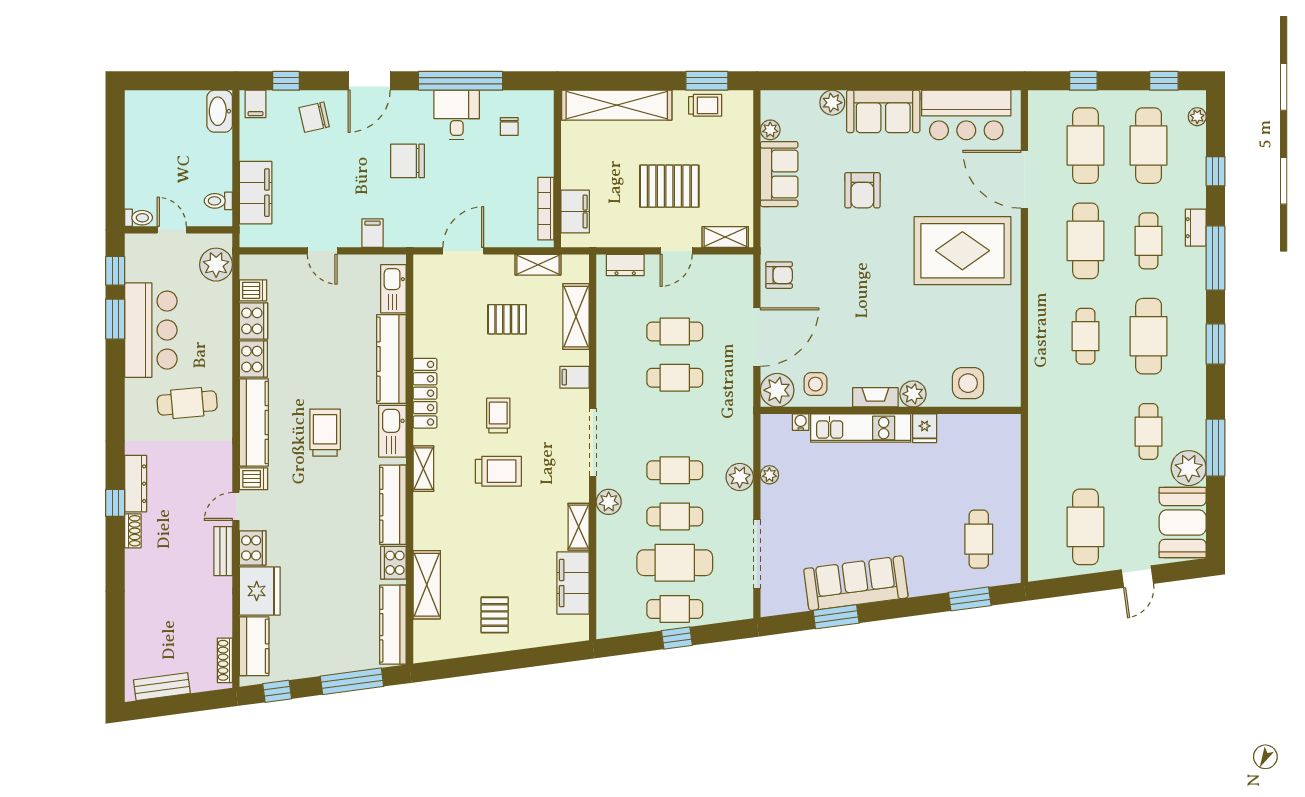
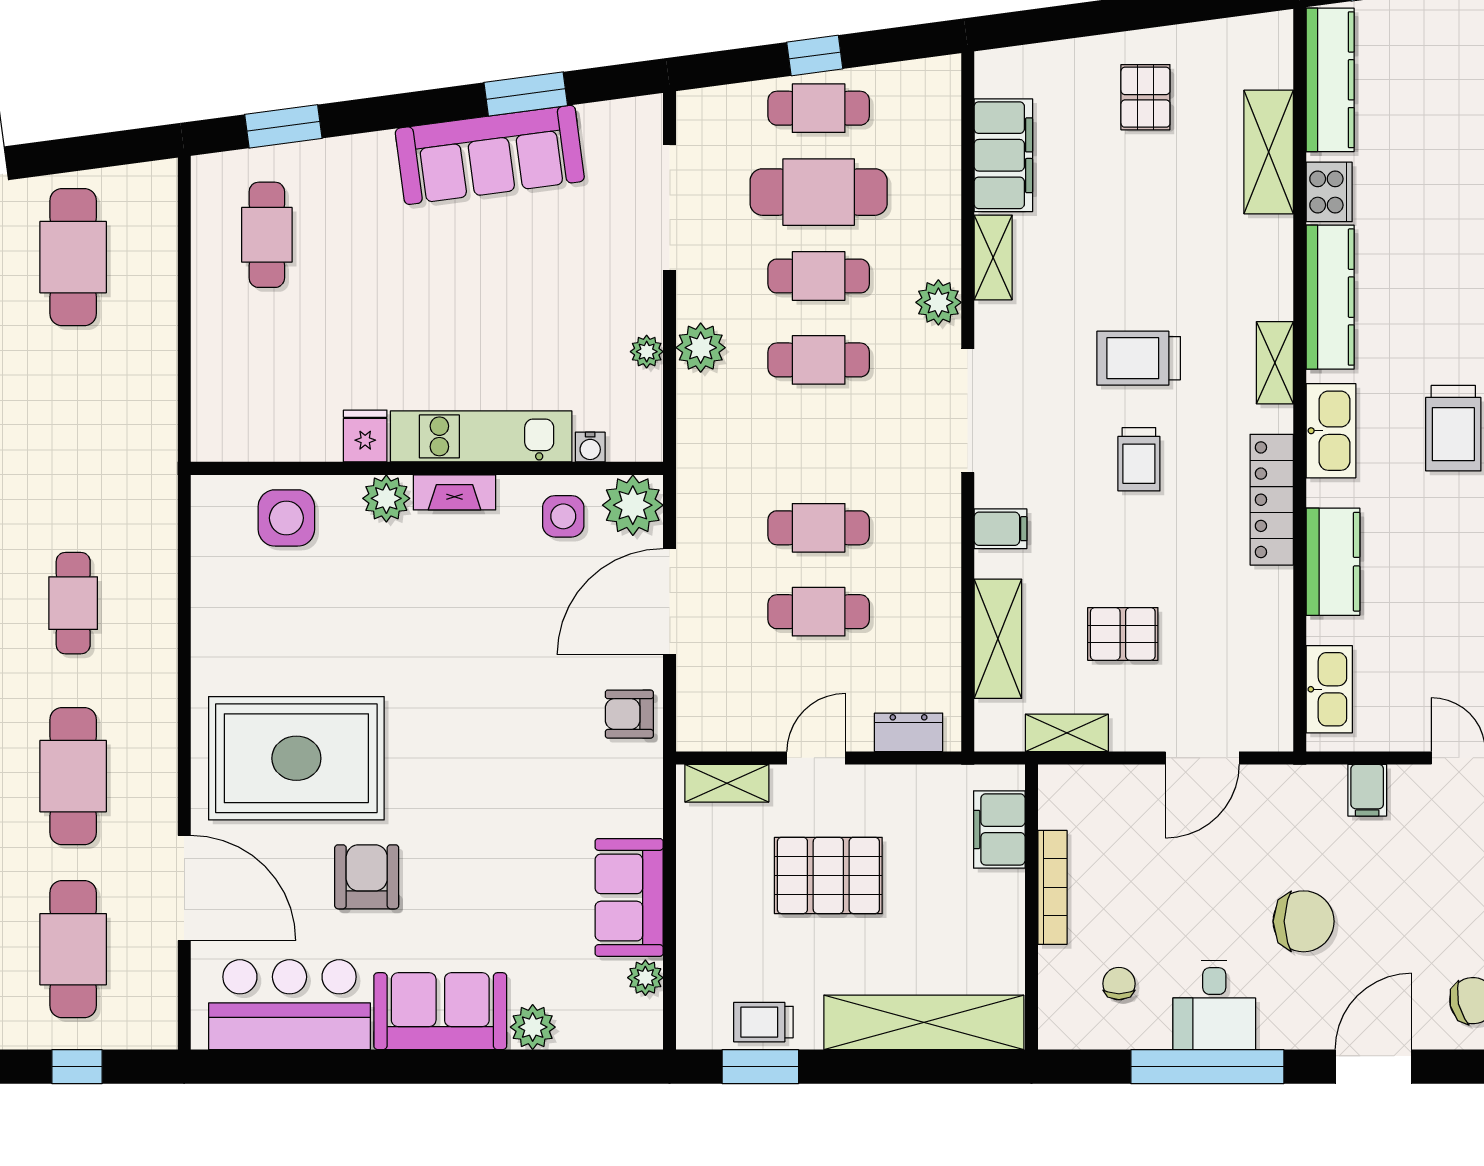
armchair: (862, 190) -> (367, 877), moved
bookcase: (546, 209) -> (1052, 887), moved
kitchen counter: (391, 359) -> (1333, 562), width x0.67

